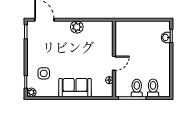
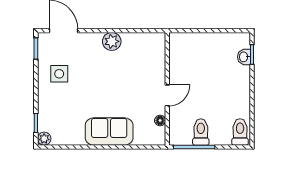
side table: (44, 73) -> (59, 74), moved
toilet: (153, 88) -> (240, 132), moved

